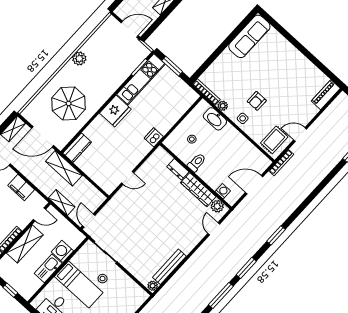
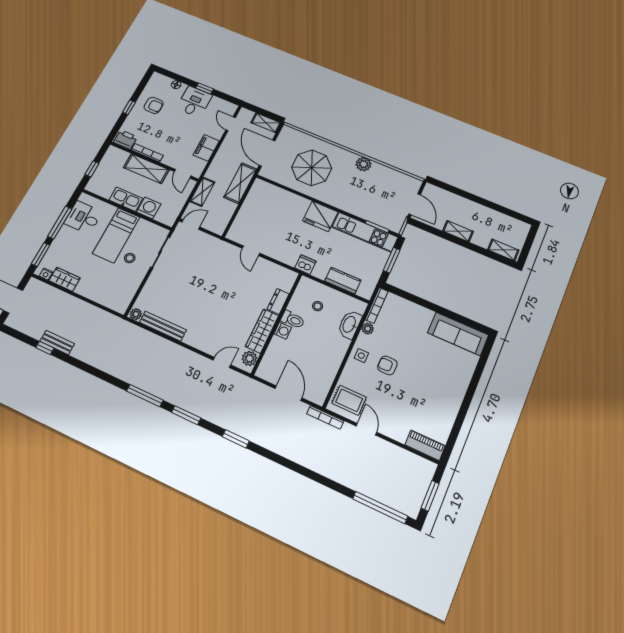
kitchen counter: (77, 148) -> (343, 281), moved, turned 180
washing machine: (223, 191) -> (283, 331), moved

